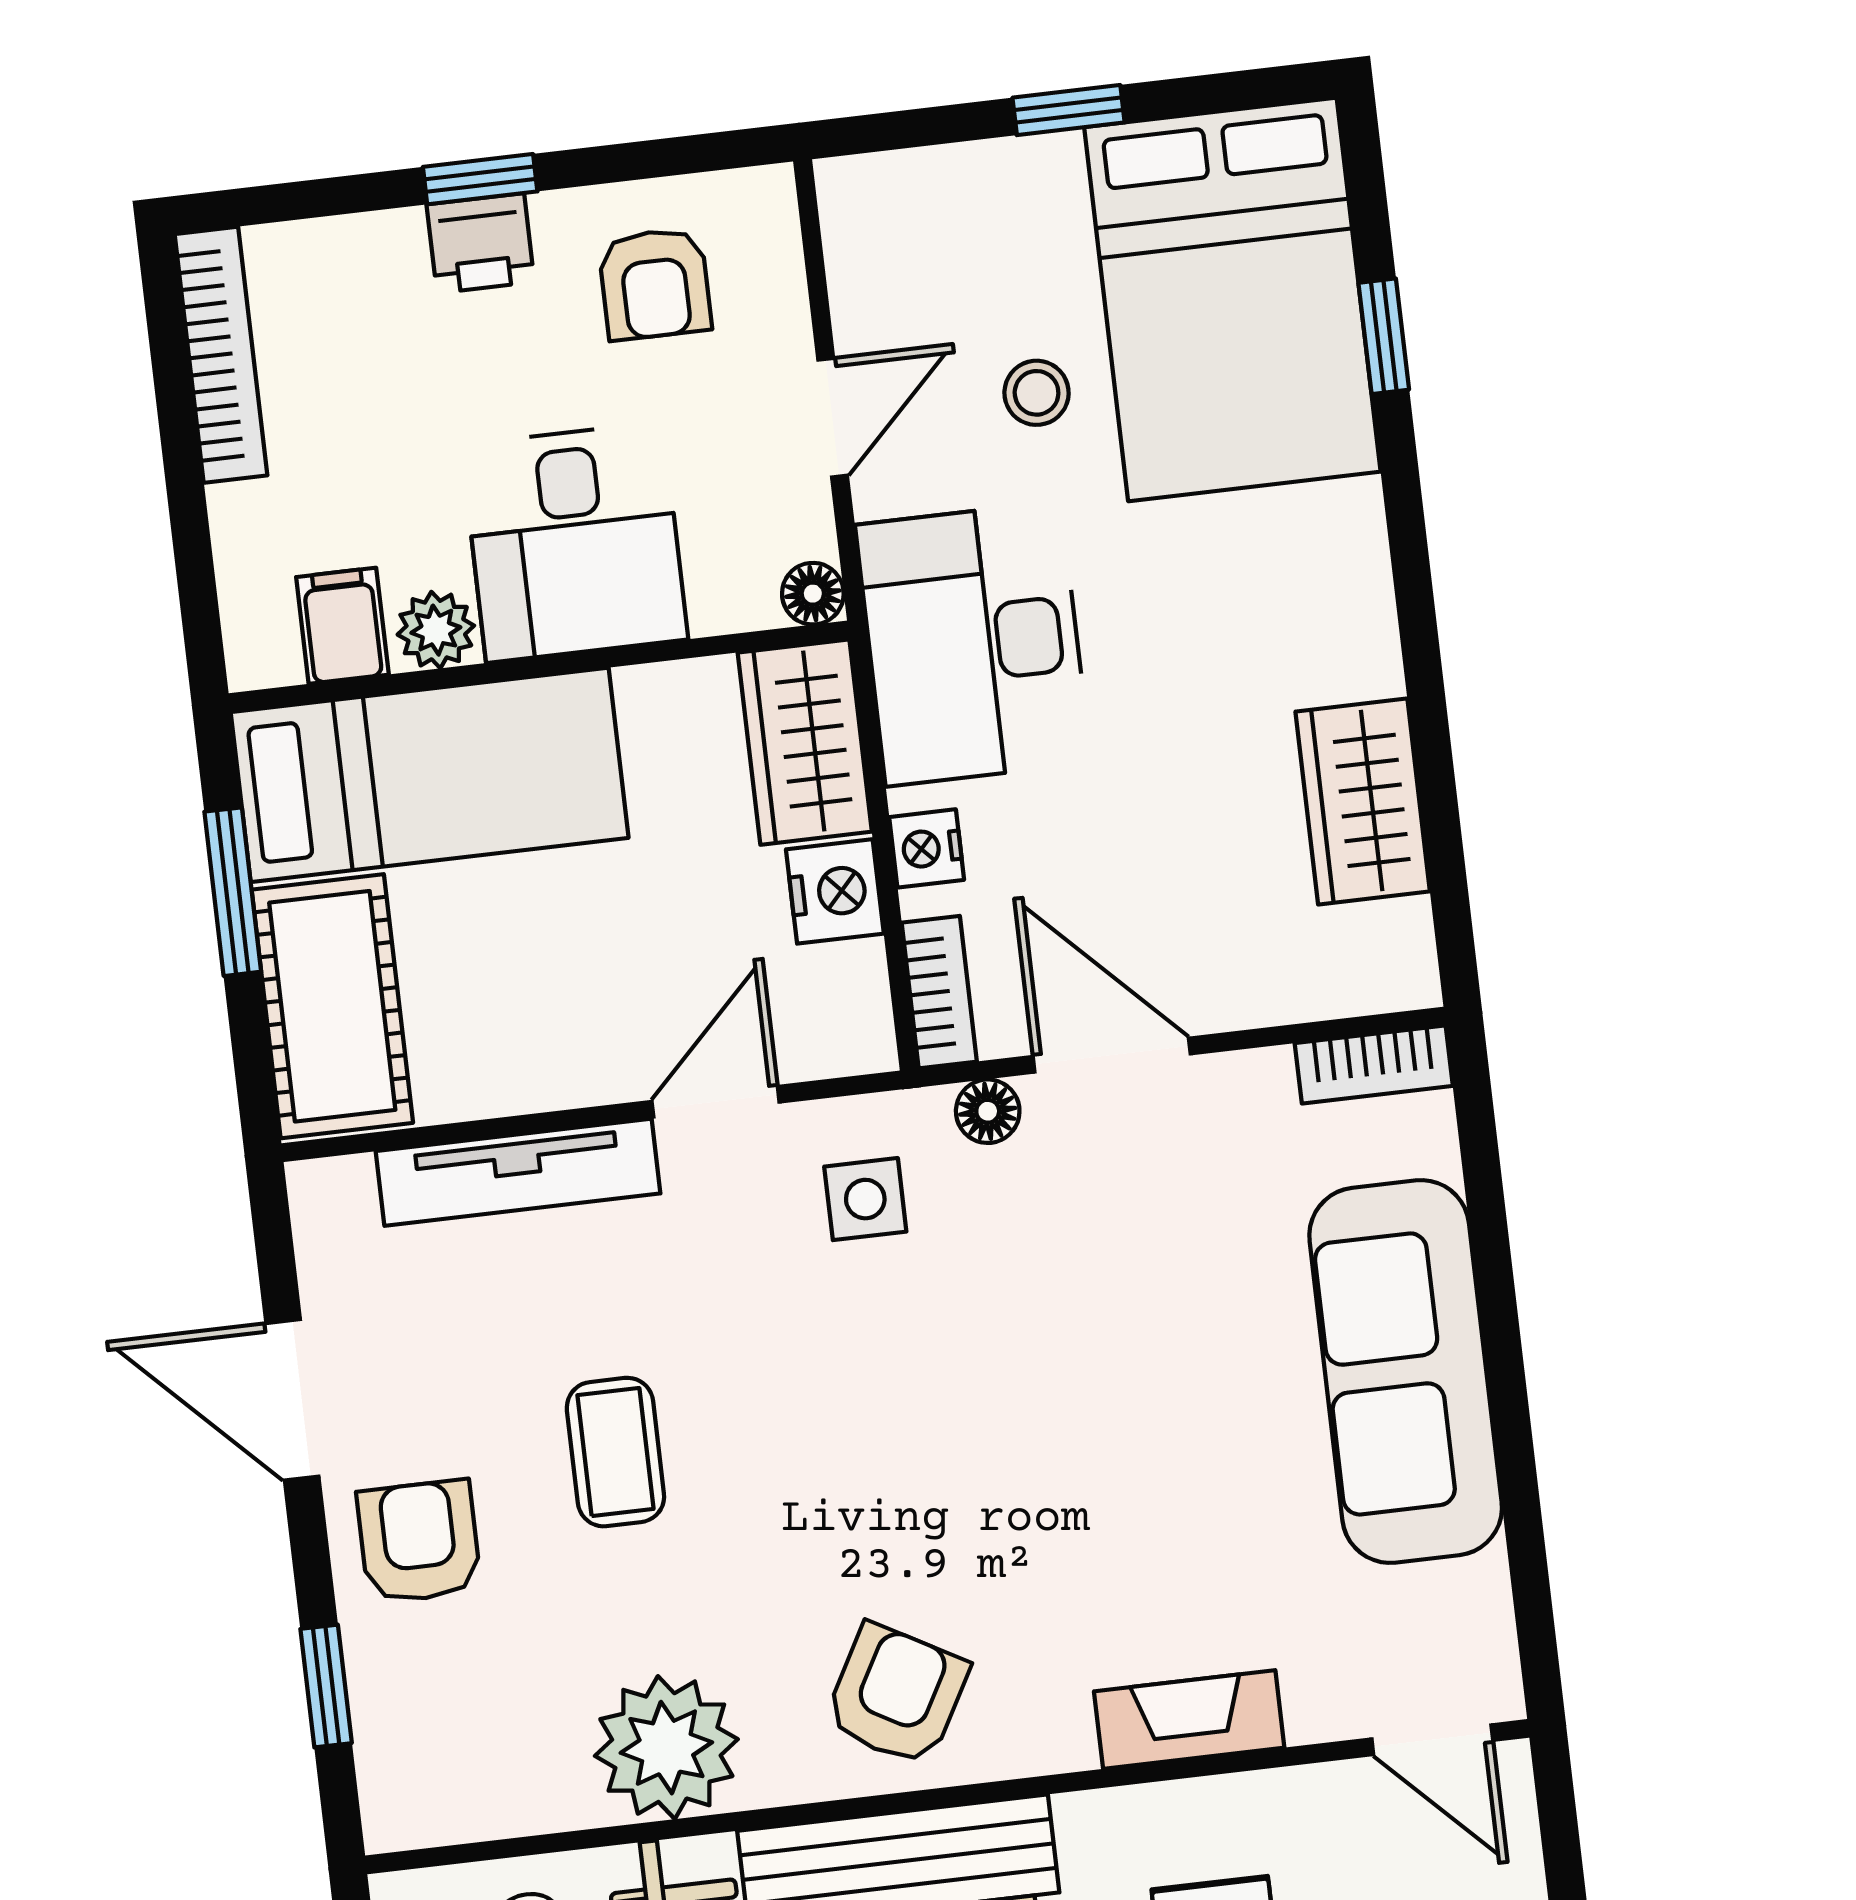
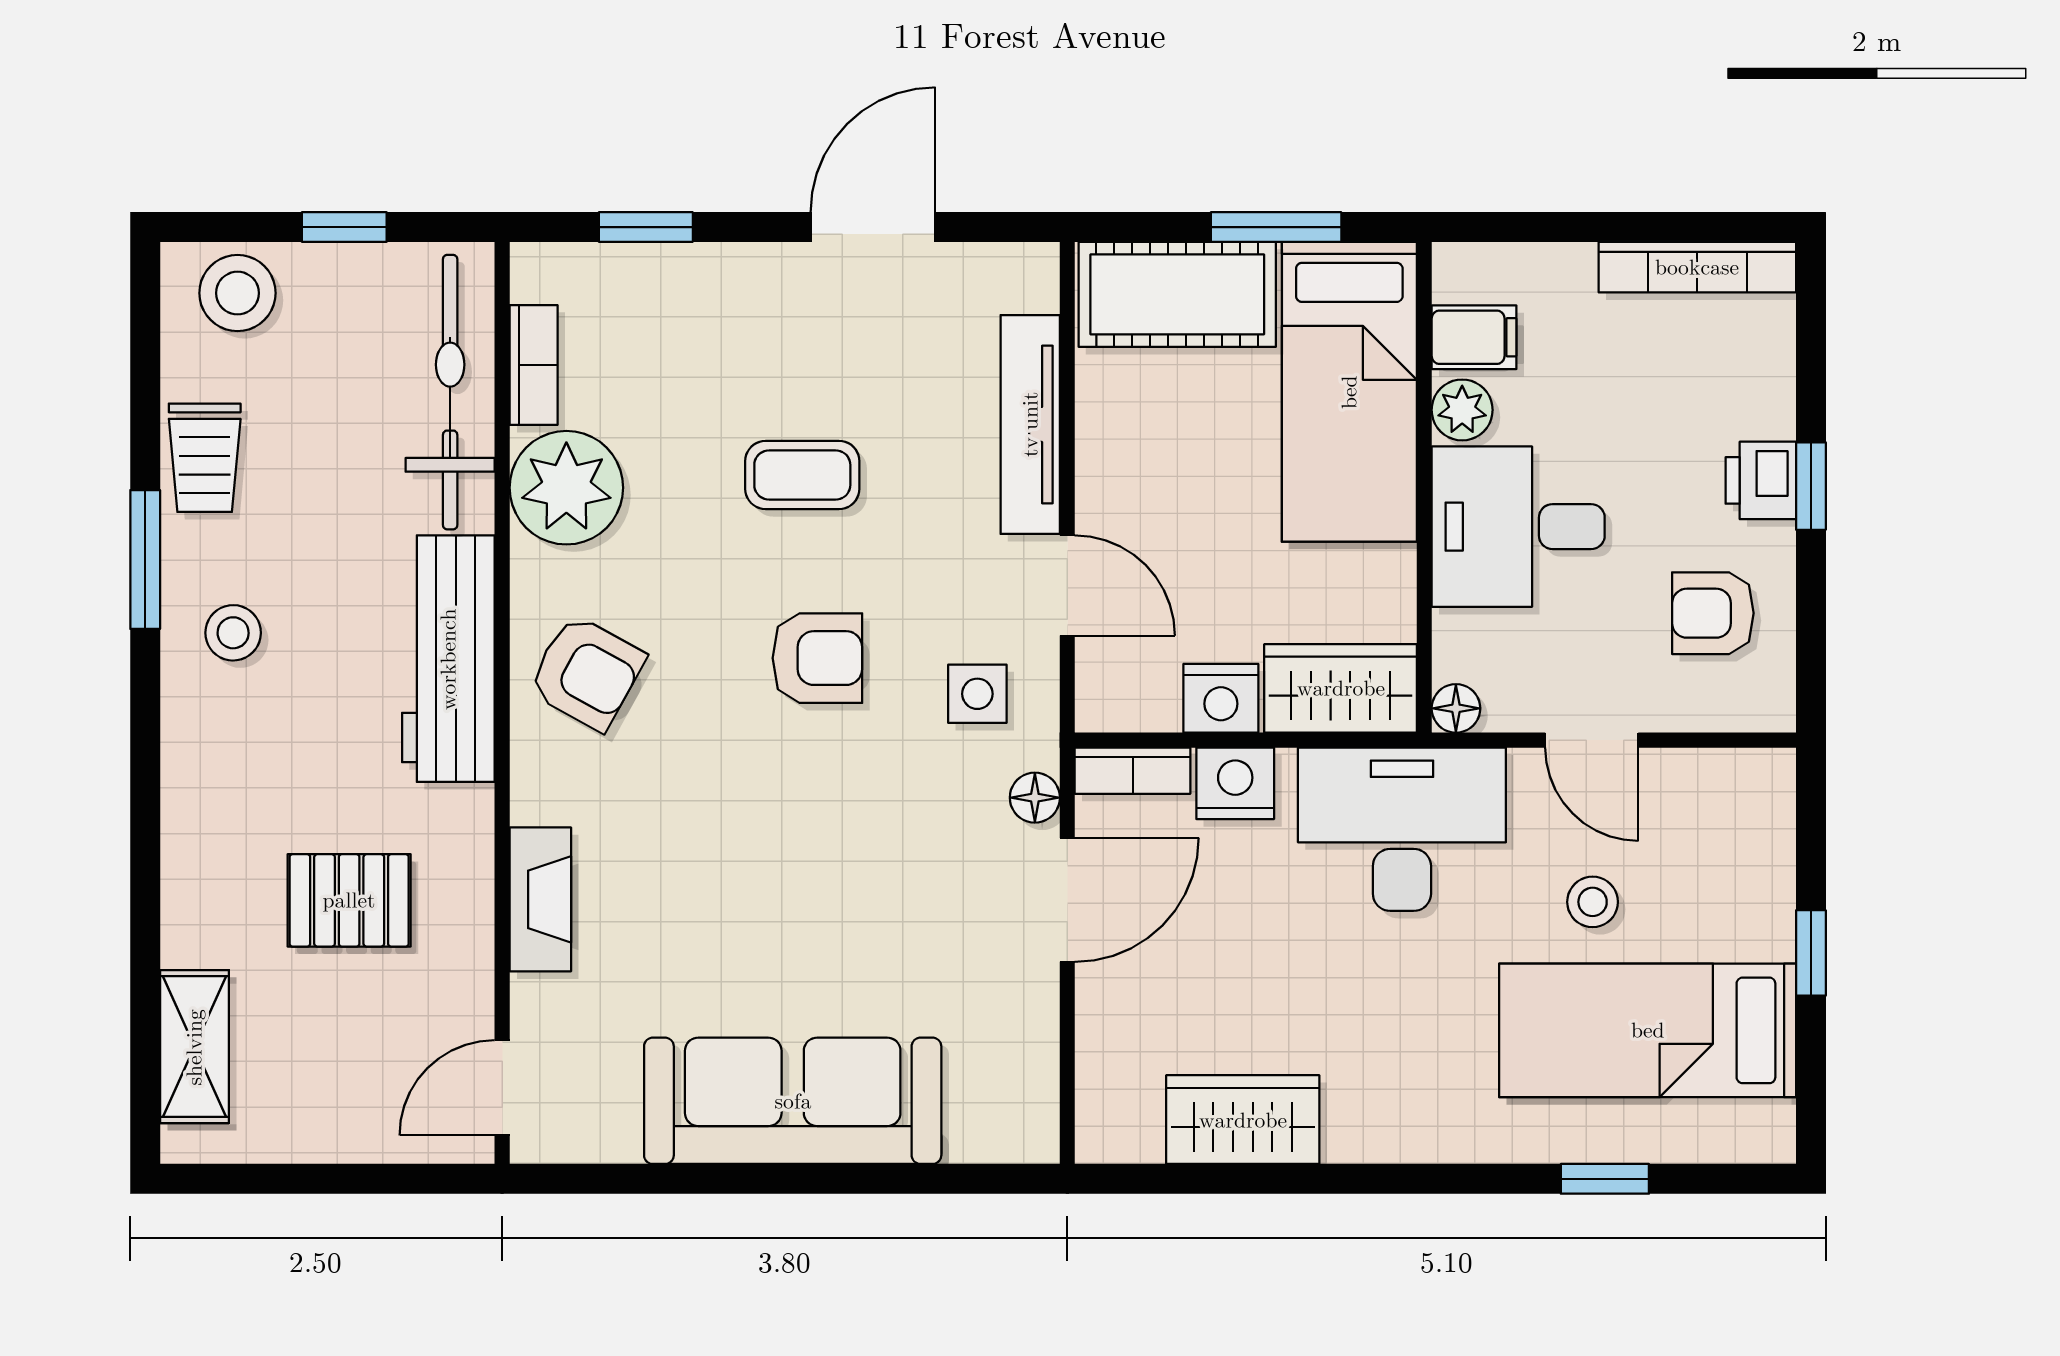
bed: (1232, 299) -> (1648, 1030), width x0.67
nightstand: (927, 848) -> (1235, 783), width x1.39, depth x1.35
bookcase: (1374, 1065) -> (534, 365), moved, turned 180
armchair: (419, 1542) -> (817, 658), moved

